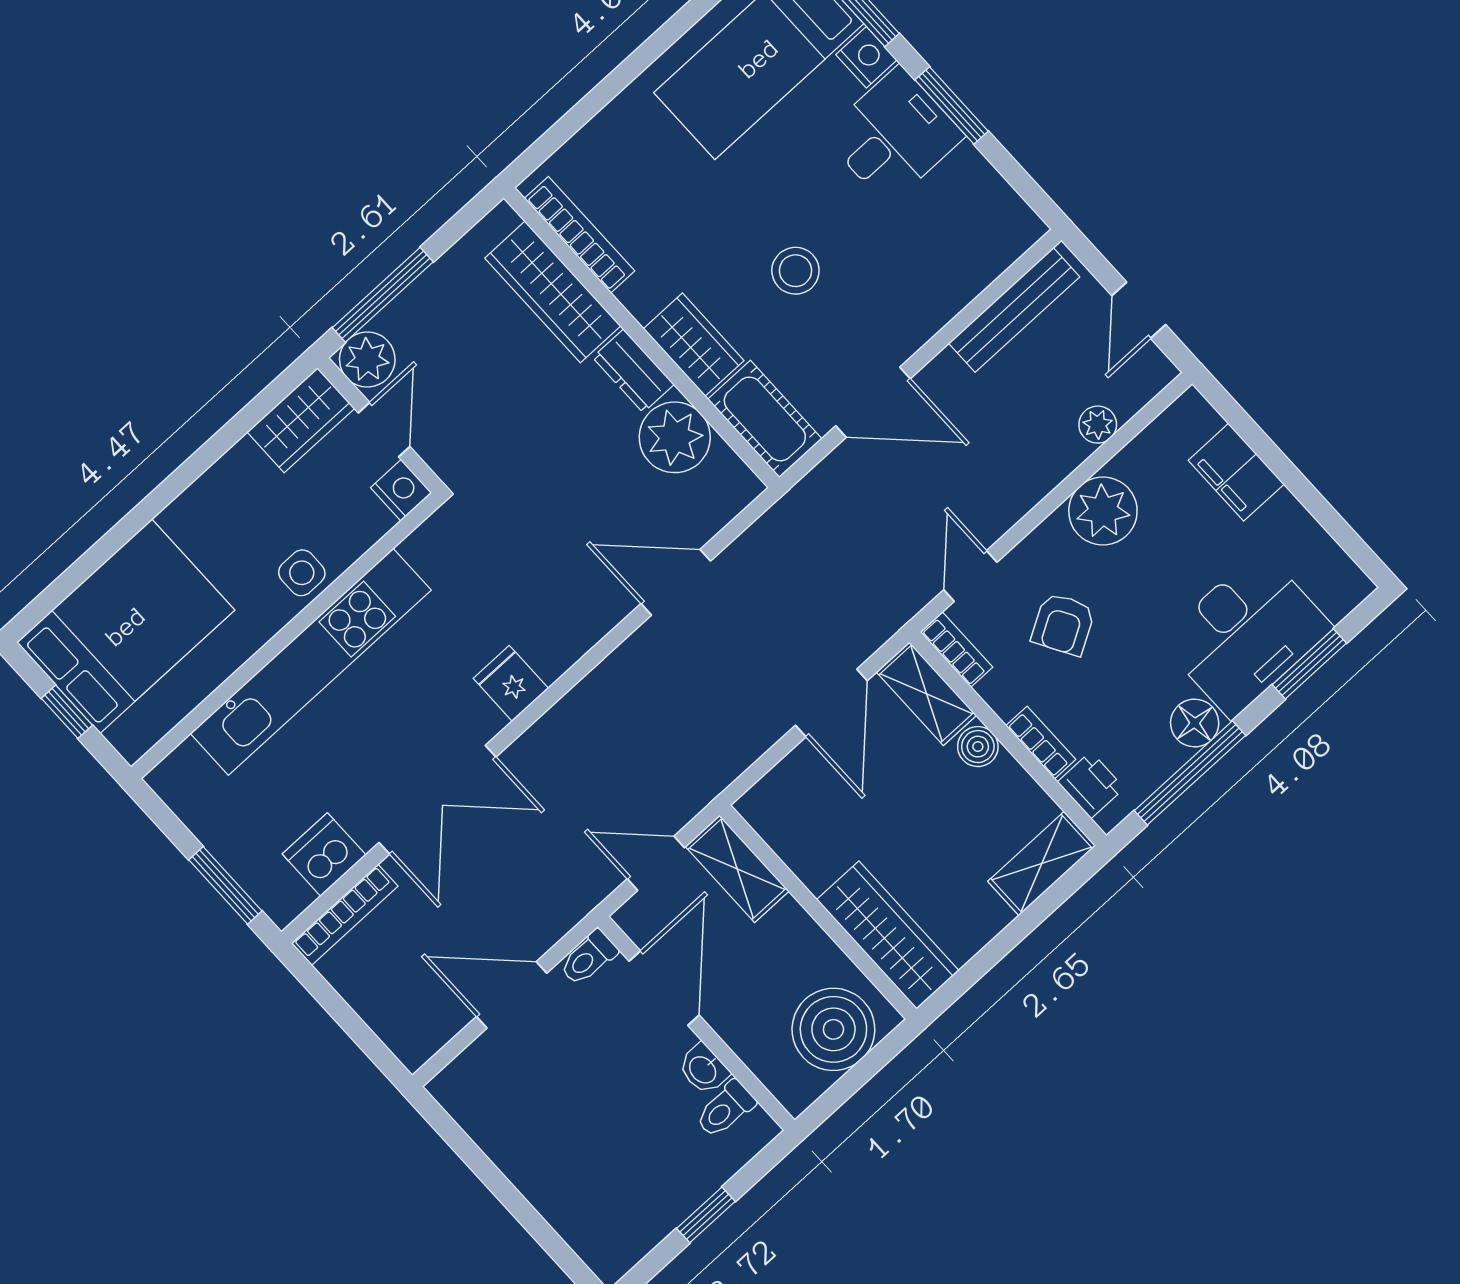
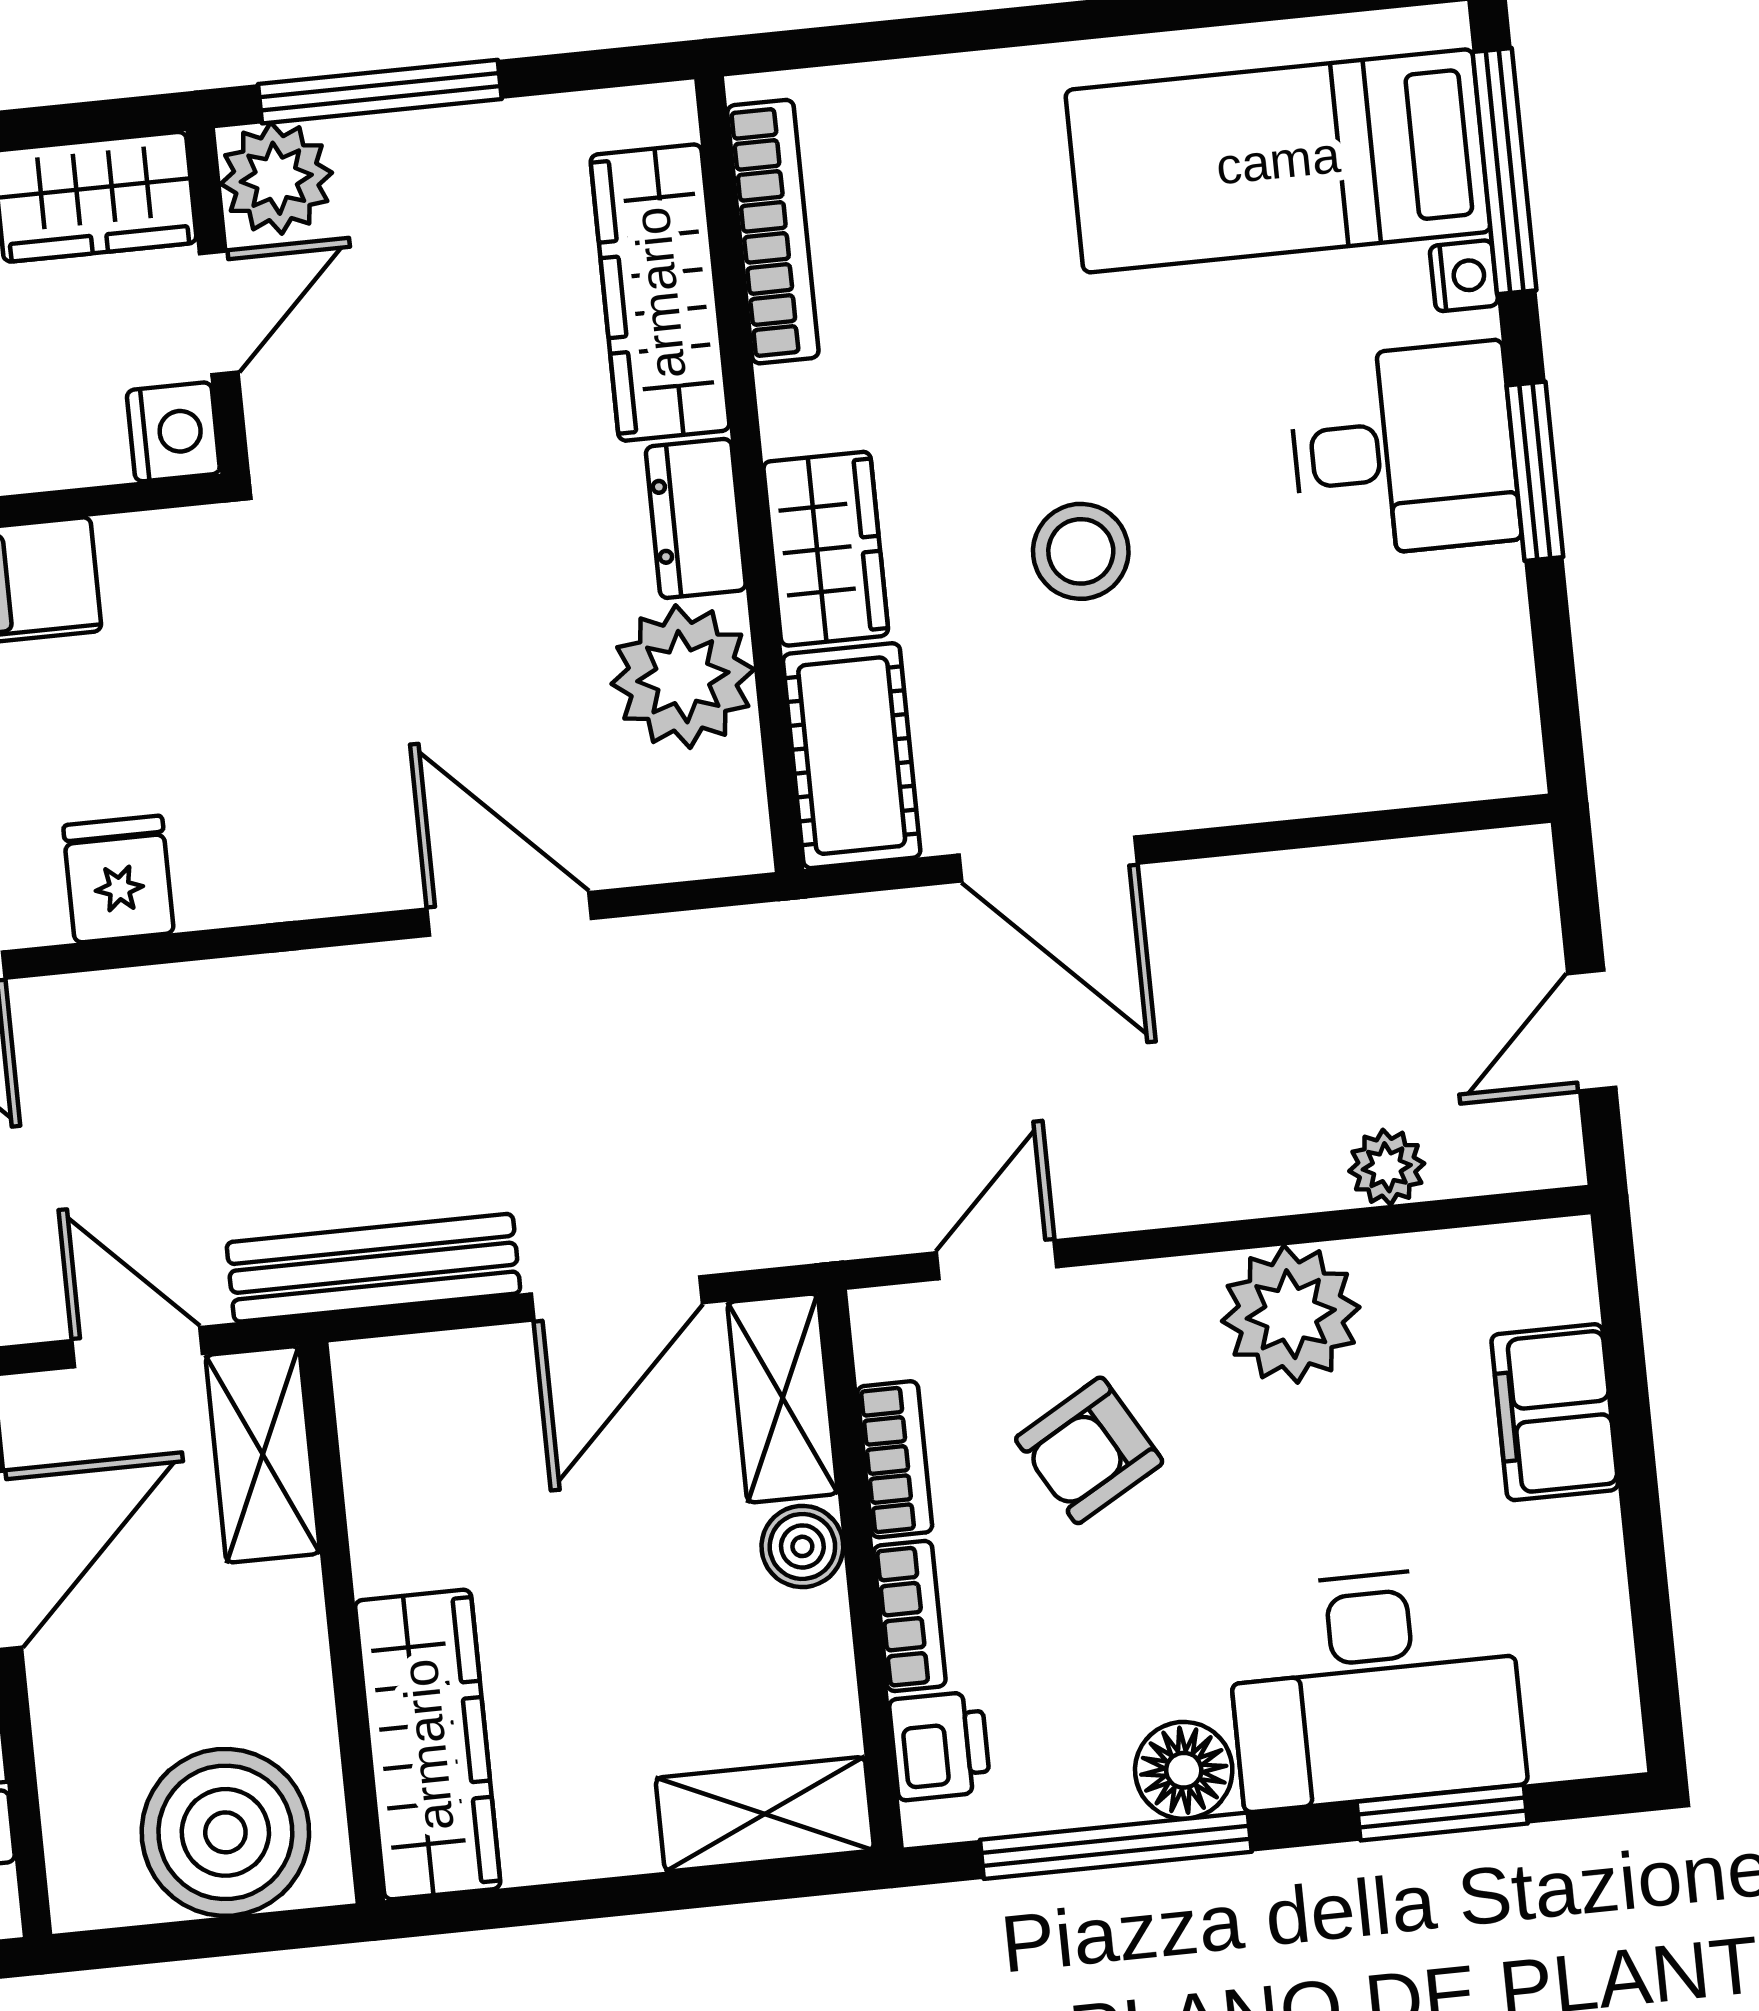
nightstand: (866, 57) -> (1464, 276), width x0.72, depth x0.74
bench: (1014, 310) -> (373, 1268), moved
bookcase: (956, 649) -> (895, 1459), moved

